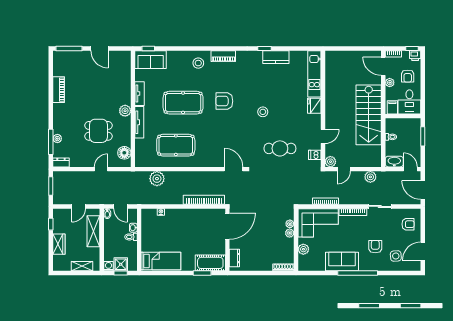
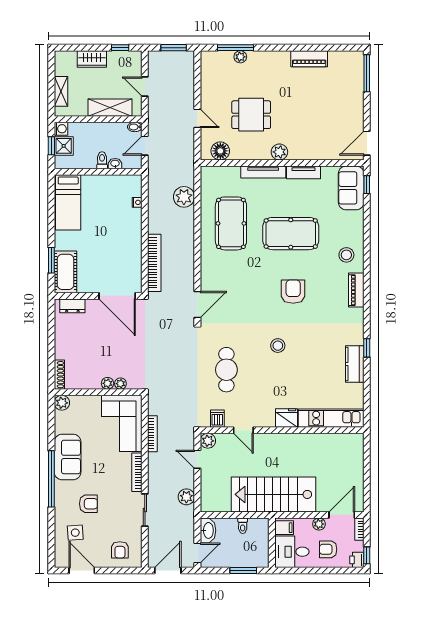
door: (99, 49) -> (367, 143), moved
pool table: (183, 103) -> (291, 234), turned 90
dining table: (98, 131) -> (251, 115), turned 90
dresser: (61, 162) -> (207, 62), removed
plant: (303, 249) -> (62, 403), moved

